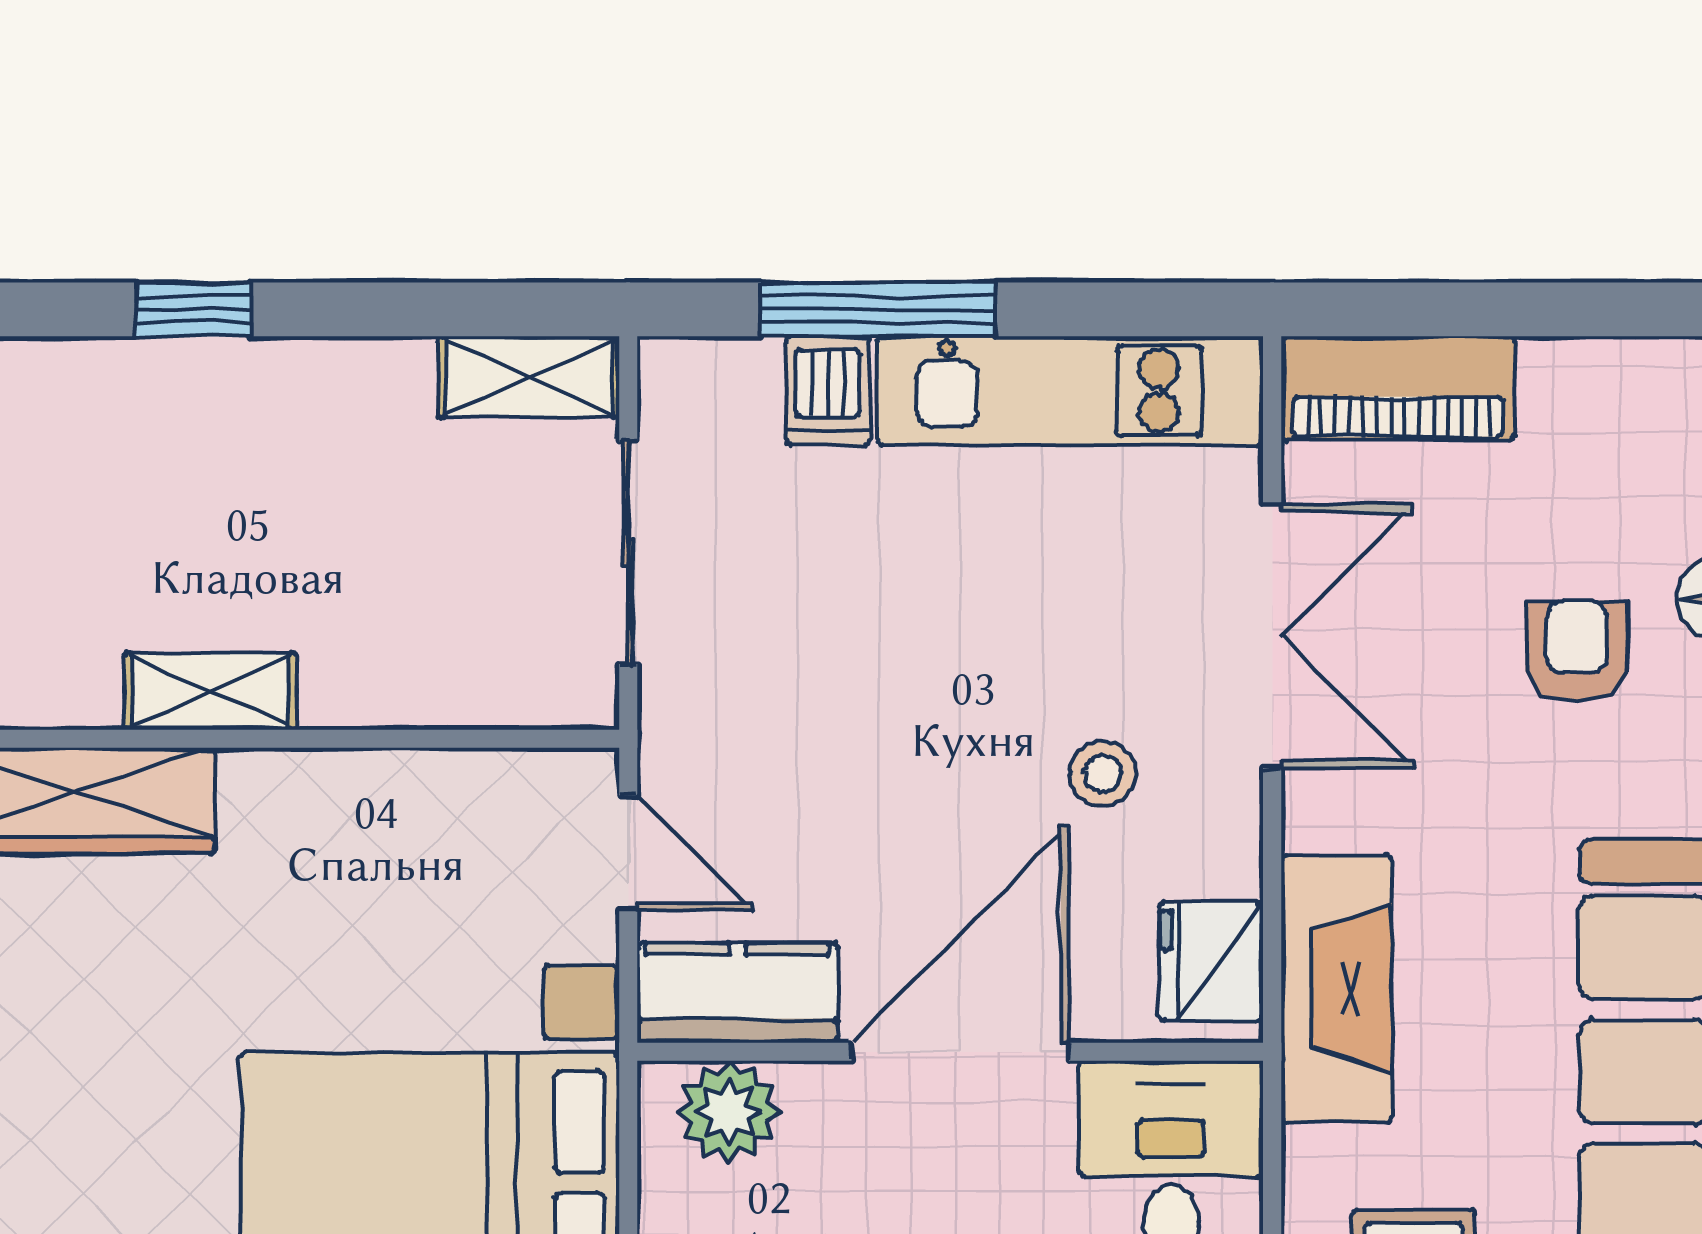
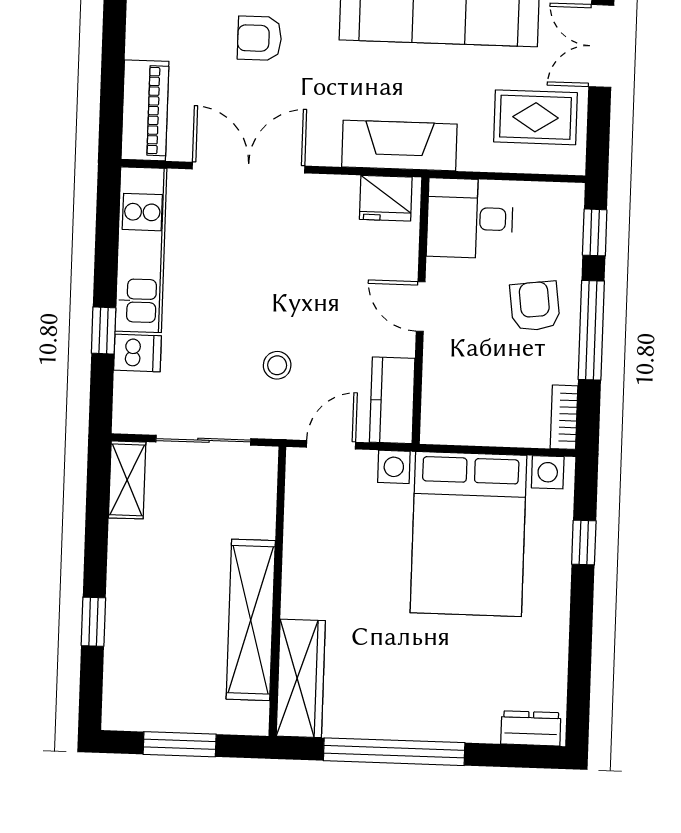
window: (878, 309) -> (104, 331), width x0.46
shelving: (211, 691) -> (251, 620), width x2.20, depth x1.33
stool: (1102, 773) -> (277, 365), moved
door: (960, 1052) -> (421, 306), width x0.53
plant: (729, 1112) -> (443, 406), removed

